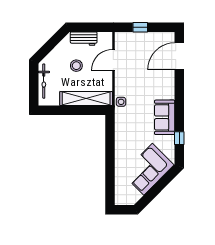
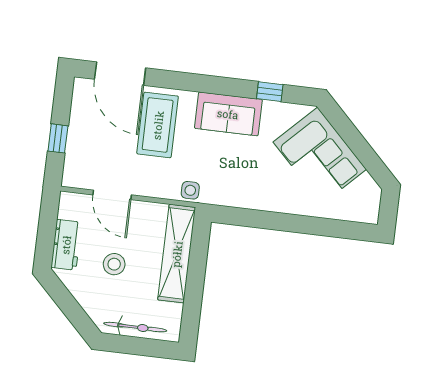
coffee table: (154, 80) -> (158, 125), added

